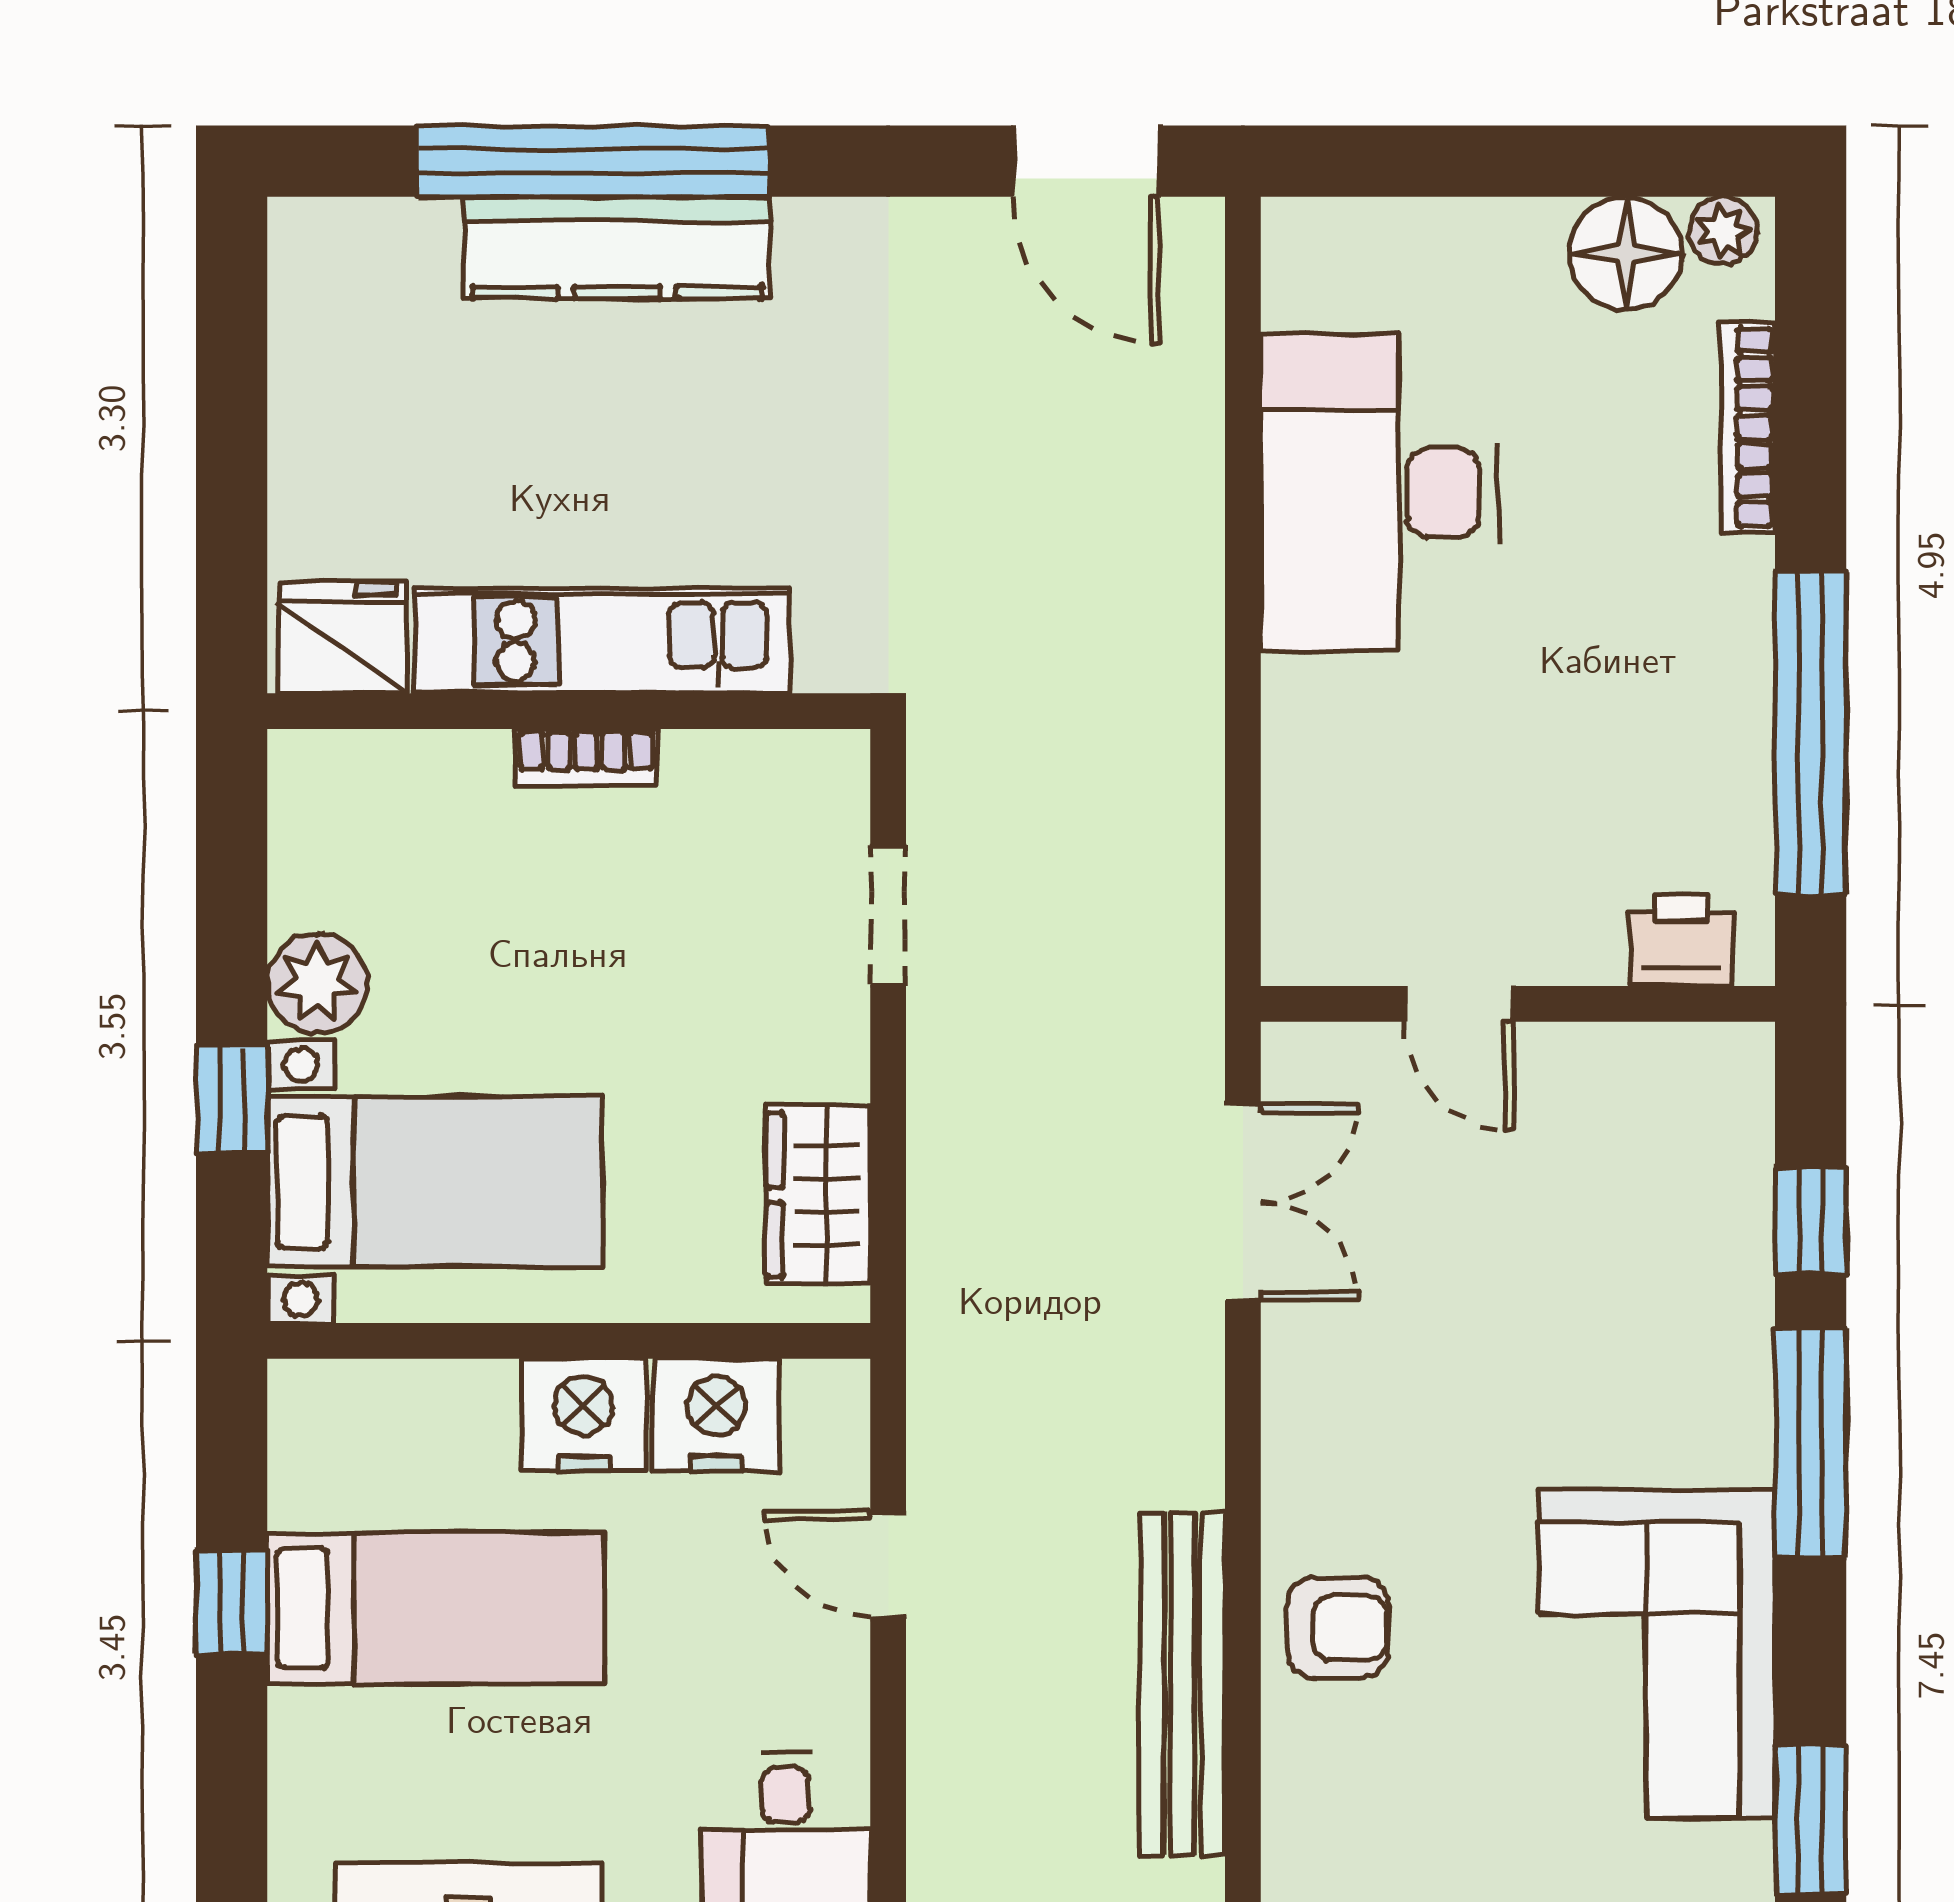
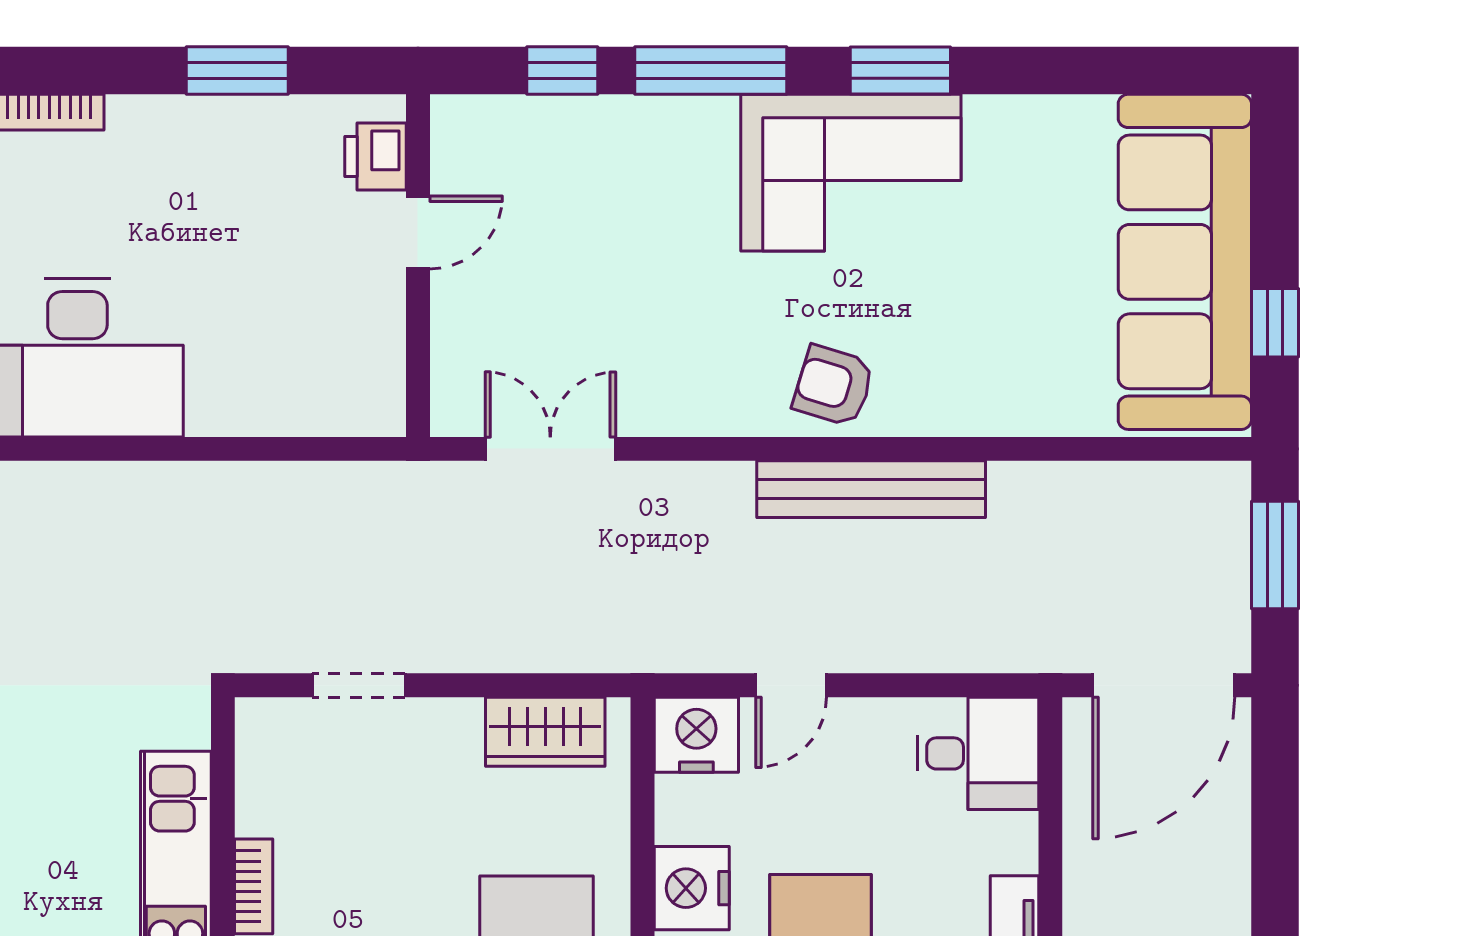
window: (1811, 733) -> (237, 71), width x0.47
door: (1459, 1004) -> (418, 232), moved
nightstand: (716, 1415) -> (696, 735), moved, turned 90
armchair: (1338, 1628) -> (834, 386), turned -73
window: (1811, 1820) -> (900, 71), moved

